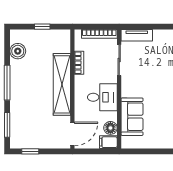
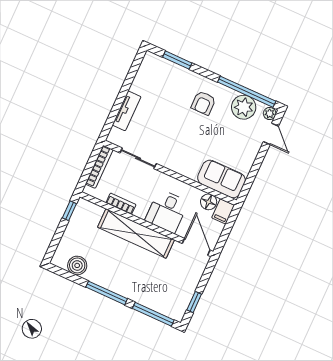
window: (42, 27) -> (69, 211), moved
tv unit: (137, 35) -> (127, 111), moved
desk: (102, 97) -> (167, 211), moved, turned 180
sofa: (132, 117) -> (221, 179), moved
window: (7, 125) -> (153, 314), width x1.44

